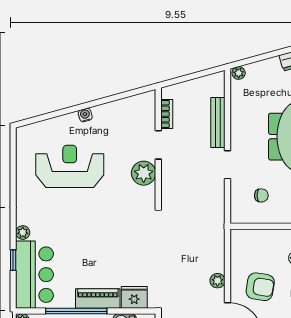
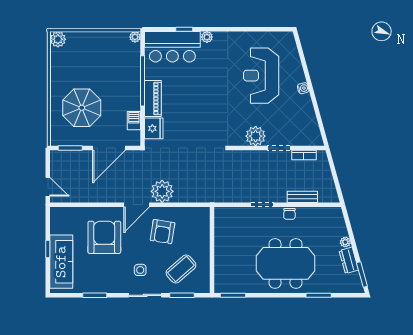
plant: (239, 73) -> (345, 242), moved
bench: (218, 123) -> (302, 197), width x0.73
reception desk: (70, 166) -> (261, 76), turned 180
chair: (261, 195) -> (289, 214), moved
plant: (217, 281) -> (162, 191), width x1.87, depth x1.87

